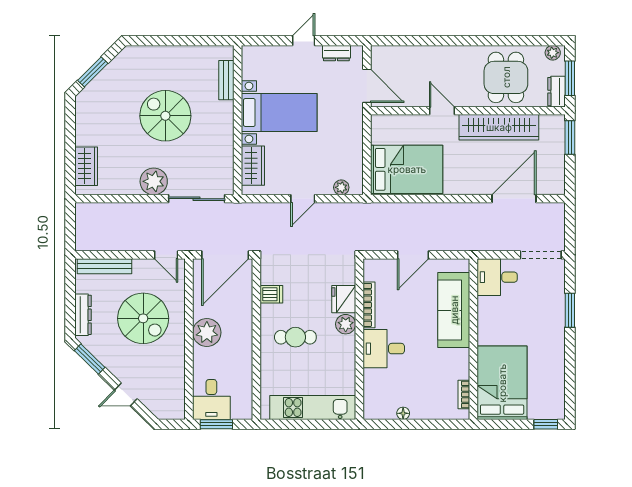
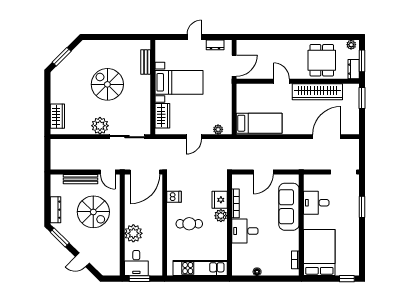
door: (367, 86) -> (234, 66), hinge flipped
bed: (407, 169) -> (259, 123), width x0.67
bench: (104, 266) -> (81, 179), moved
desk: (497, 277) -> (316, 203), moved
plant: (207, 332) -> (133, 233), moved

